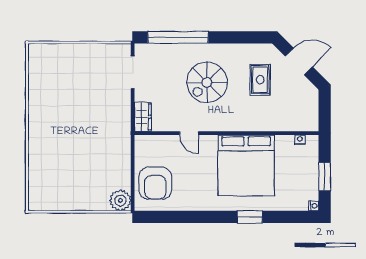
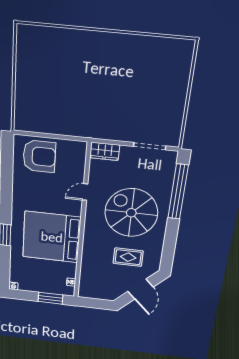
spiral stairs: (207, 82) -> (131, 213), width x1.37, depth x1.37
window: (325, 177) -> (50, 298), moved
armchair: (155, 183) -> (39, 156), turned 180
plant: (120, 200) -> (24, 121), removed

